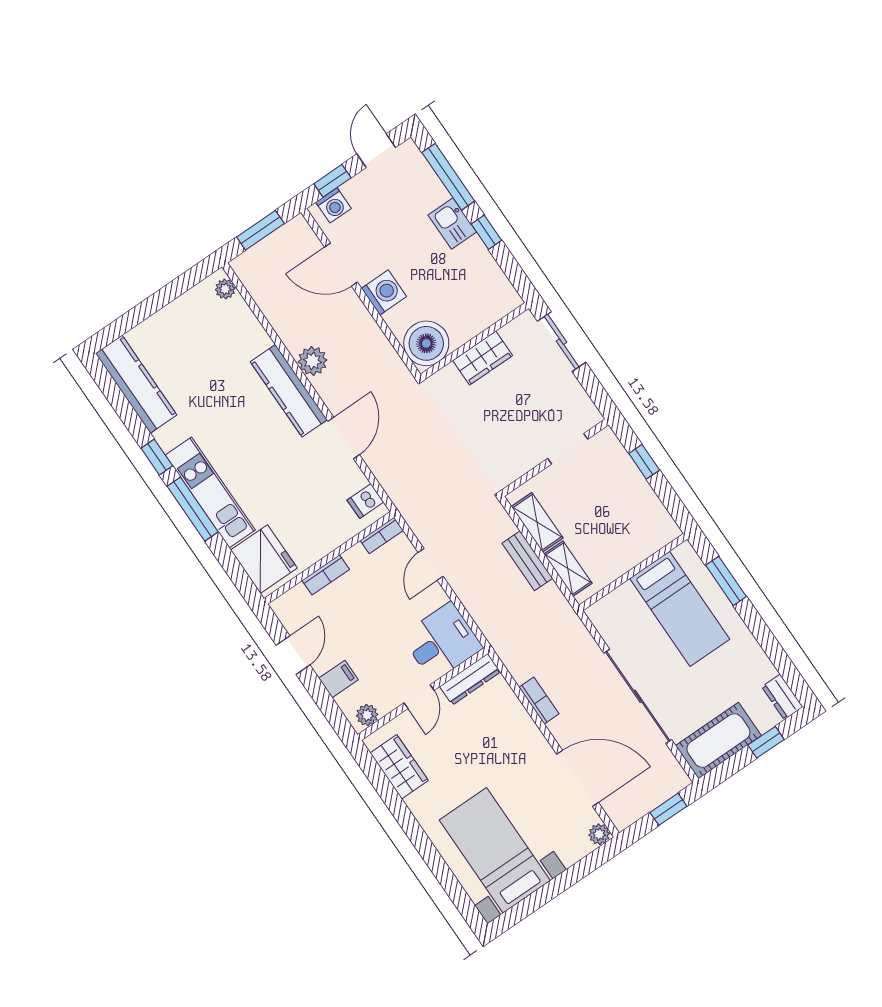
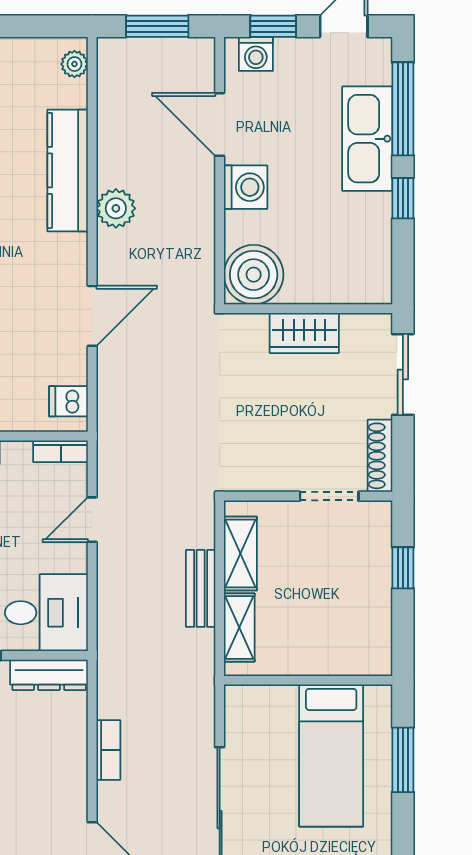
kitchen sink: (452, 223) -> (367, 139), width x1.87, depth x1.24
kitchen counter: (289, 391) -> (68, 170), moved
shoe rack: (582, 402) -> (380, 456), added

